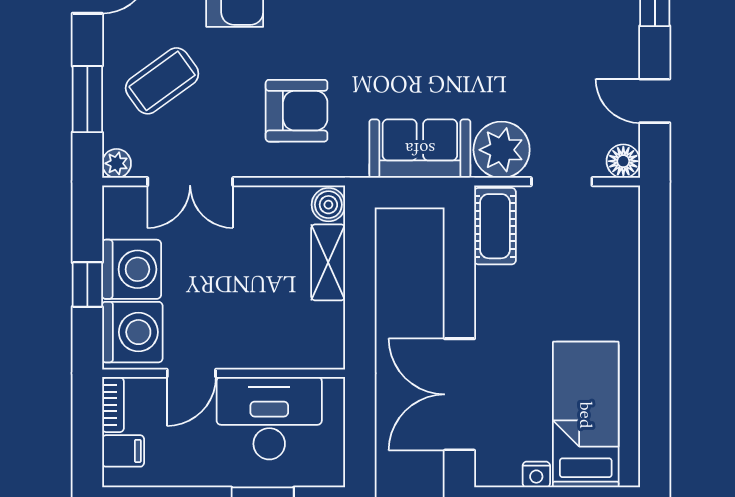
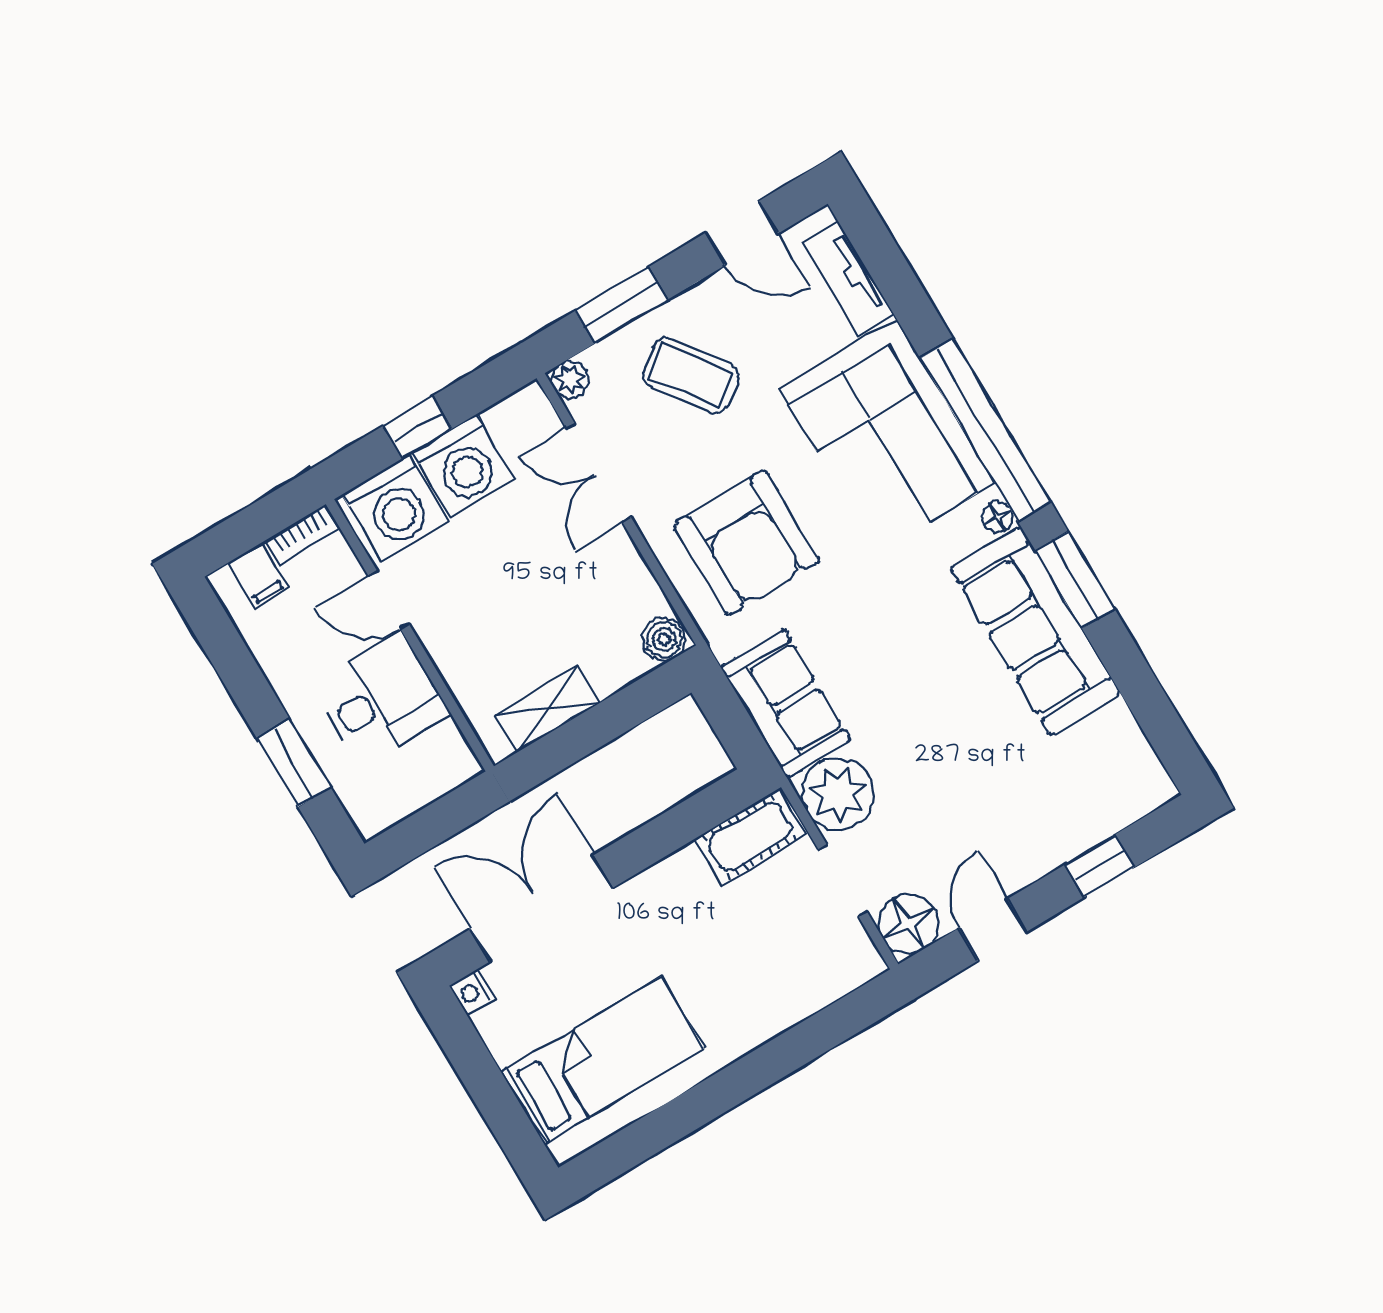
armchair: (297, 111) -> (746, 543), width x1.36, depth x1.36
floor lamp: (623, 161) -> (908, 924), width x1.38, depth x1.38
shelving: (328, 262) -> (547, 709), moved
desk: (269, 418) -> (381, 699), width x0.73
nightstand: (536, 474) -> (472, 992), moved

